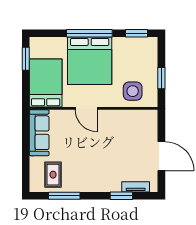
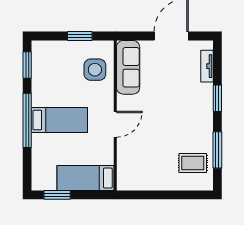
bed: (90, 61) -> (59, 120), width x0.49
bed: (46, 83) -> (85, 178), width x0.67
sofa: (39, 133) -> (128, 67), moved, turned 90
window: (121, 196) -> (217, 98), moved

